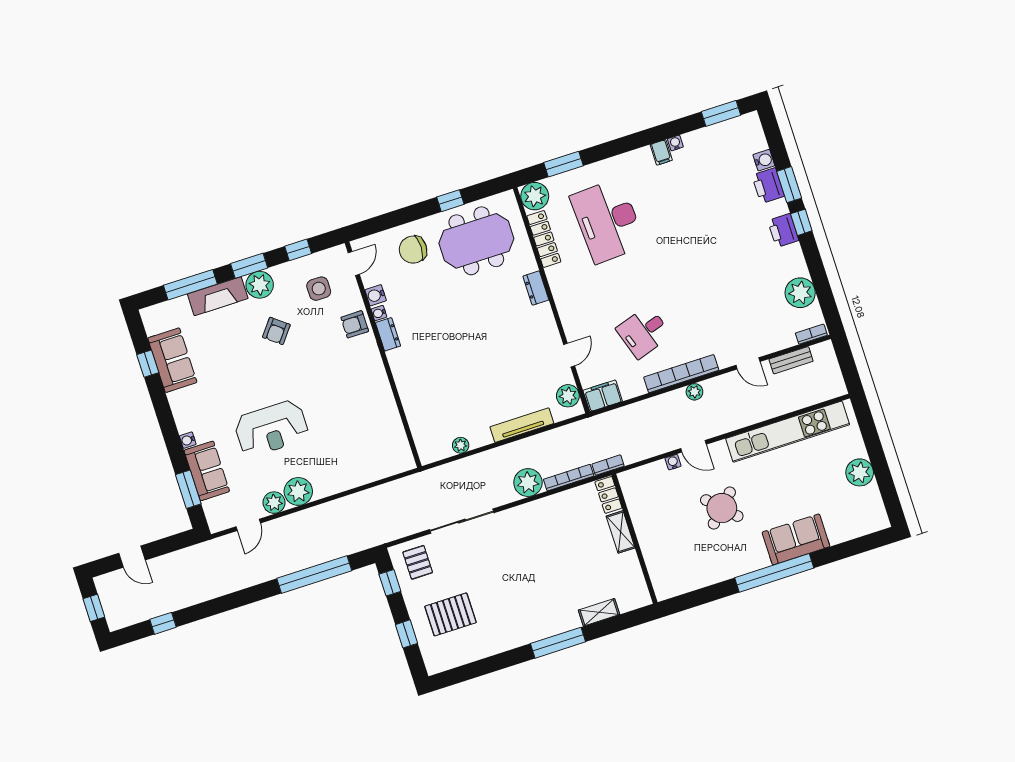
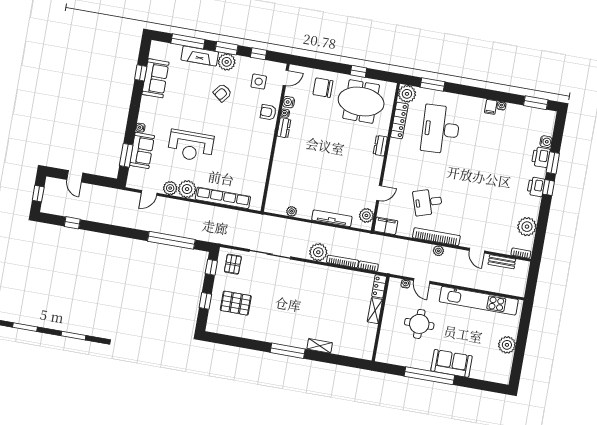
row of seats: (355, 477) -> (223, 198), added
locker: (608, 495) -> (379, 286), moved
round table: (722, 508) -> (419, 324), turned 45
shelving: (621, 532) -> (375, 311), moved
wall: (635, 539) -> (381, 319), moved

